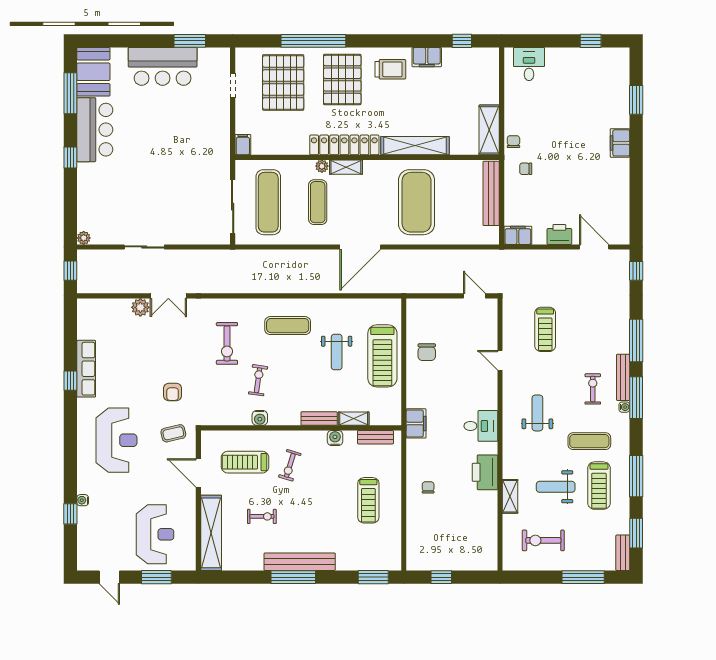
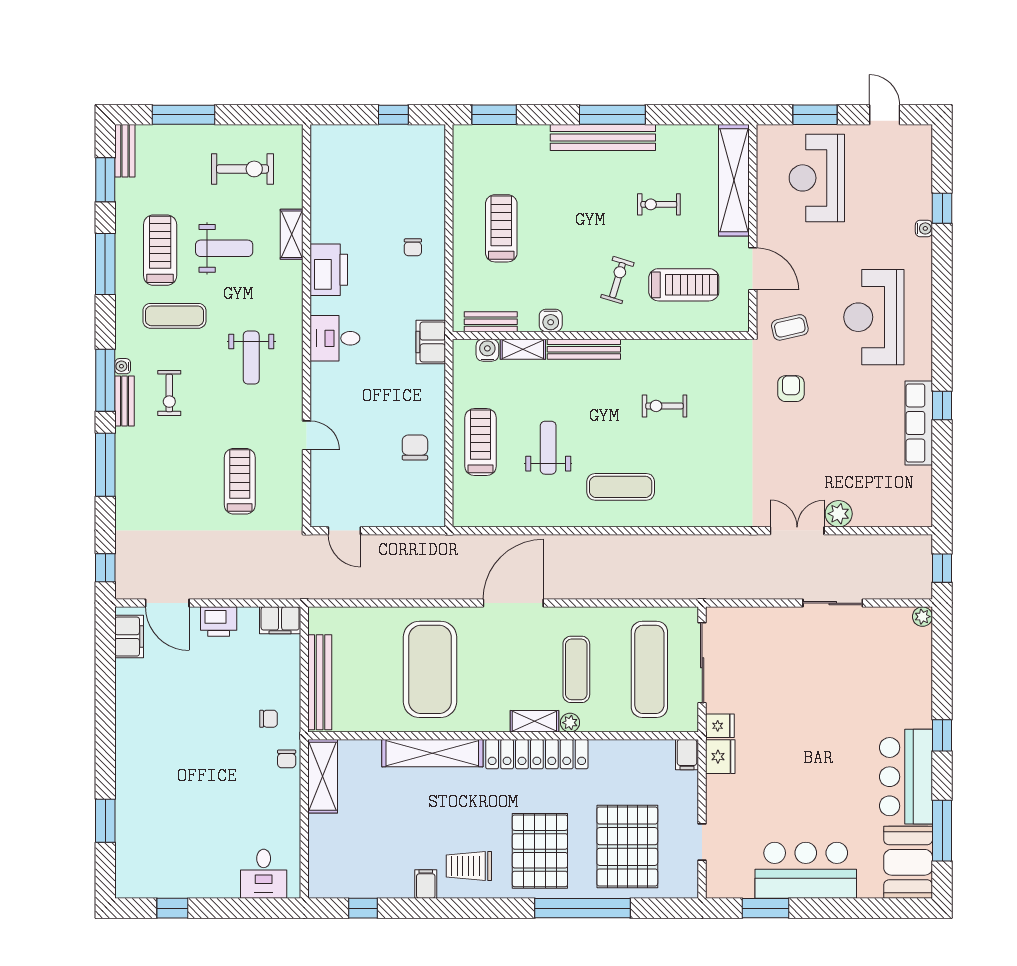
filing cabinet: (427, 57) -> (426, 884), width x0.50
fridge: (220, 143) -> (720, 757), added
filing cabinet: (620, 143) -> (129, 637), moved
fridge: (221, 164) -> (720, 726), added
exercise bike: (227, 343) -> (710, 460), removed
treadmill: (382, 356) -> (481, 442), width x0.73, depth x0.73
bench: (623, 377) -> (124, 401), width x0.73
exercise bike: (258, 380) -> (664, 406), turned 82
water cooler: (260, 418) -> (487, 350), moved
bench: (319, 419) -> (584, 349), width x1.36

